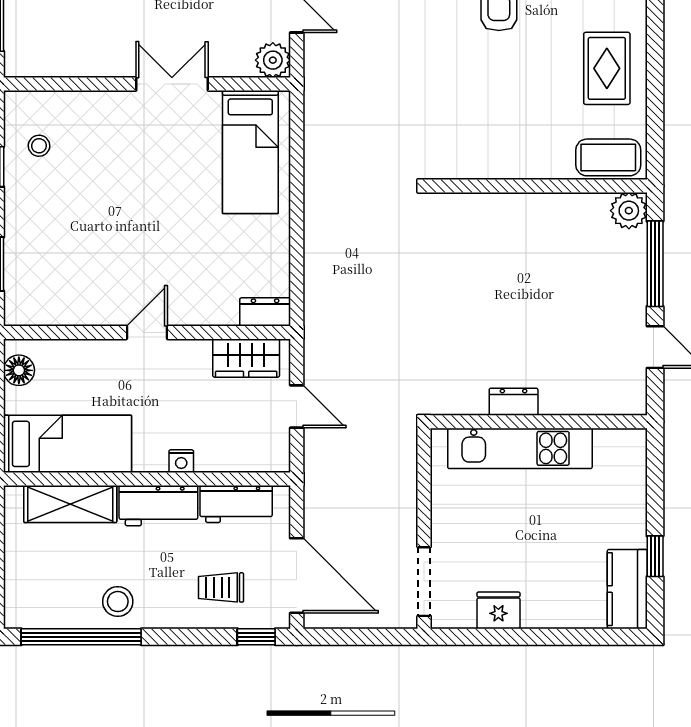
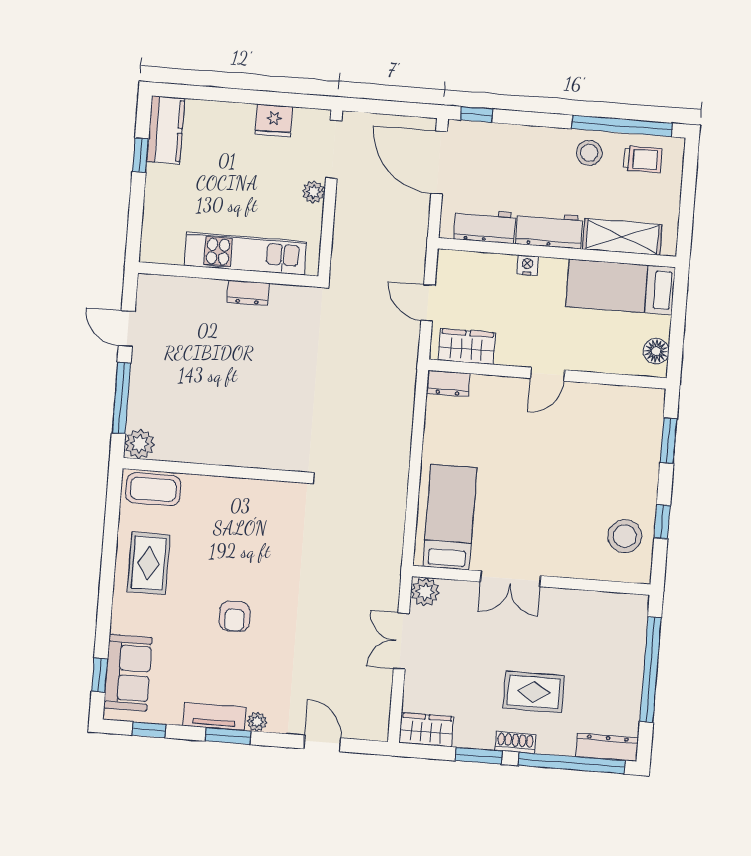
stool: (39, 146) -> (625, 536), width x1.89, depth x1.89
plant: (444, 529) -> (314, 192), added
trolley: (221, 587) -> (643, 159), moved

